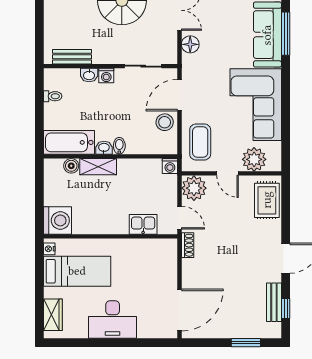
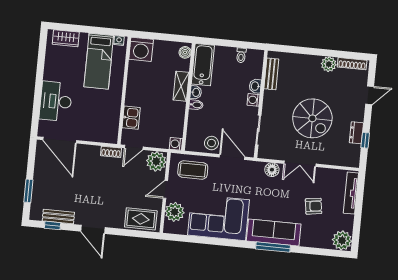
boiler: (71, 166) -> (185, 52), moved
desk: (113, 320) -> (56, 101), moved

